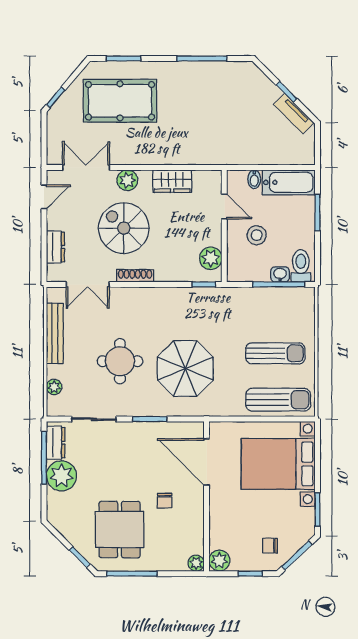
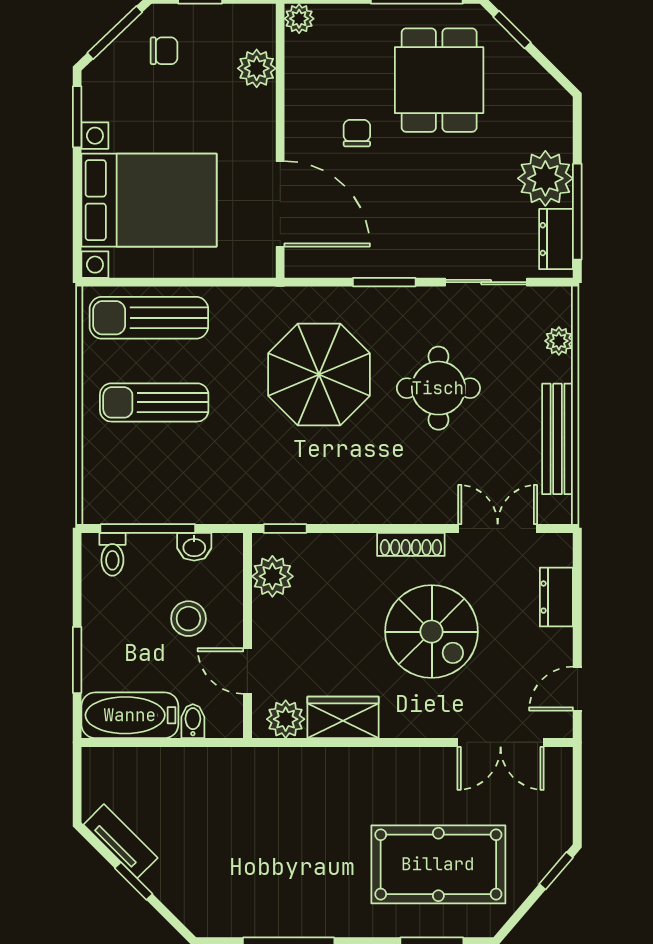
plant: (127, 180) -> (286, 719), moved
toilet: (301, 266) -> (112, 554), width x0.73, depth x0.72
washbasin: (280, 274) -> (194, 547), moved
plant: (219, 561) -> (257, 68), moved

